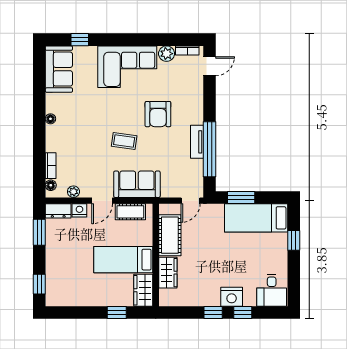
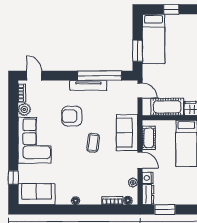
armchair: (158, 114) -> (72, 116), turned 180
tv unit: (197, 142) -> (88, 85), width x1.41

